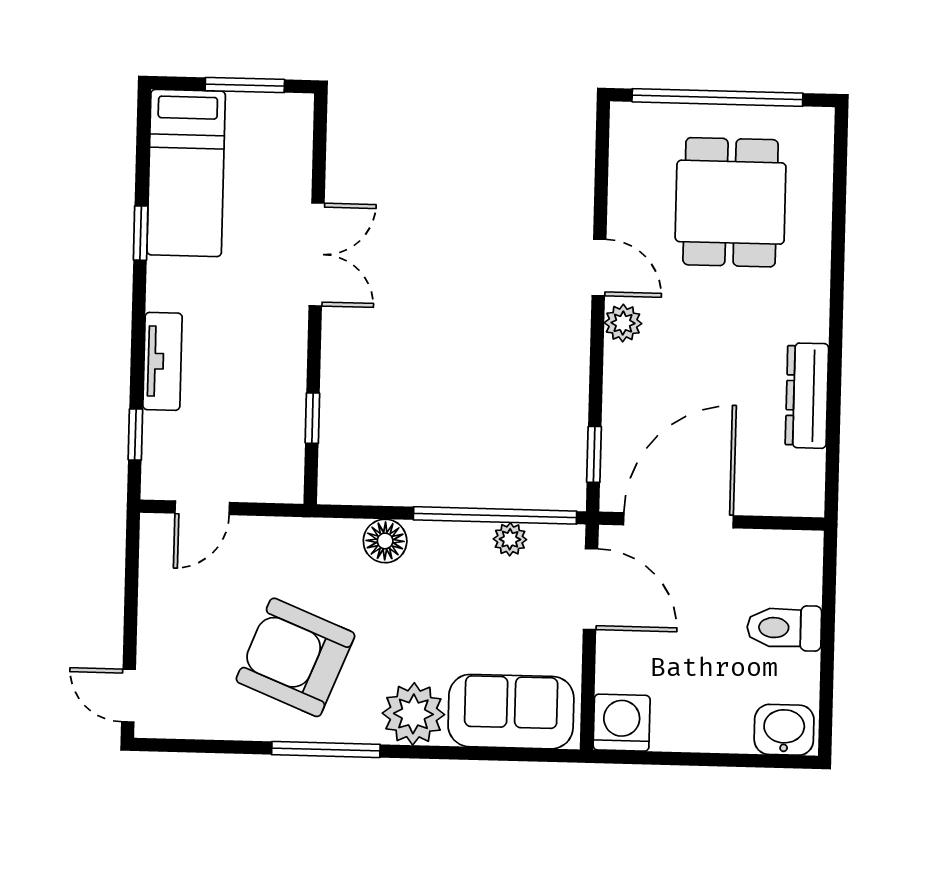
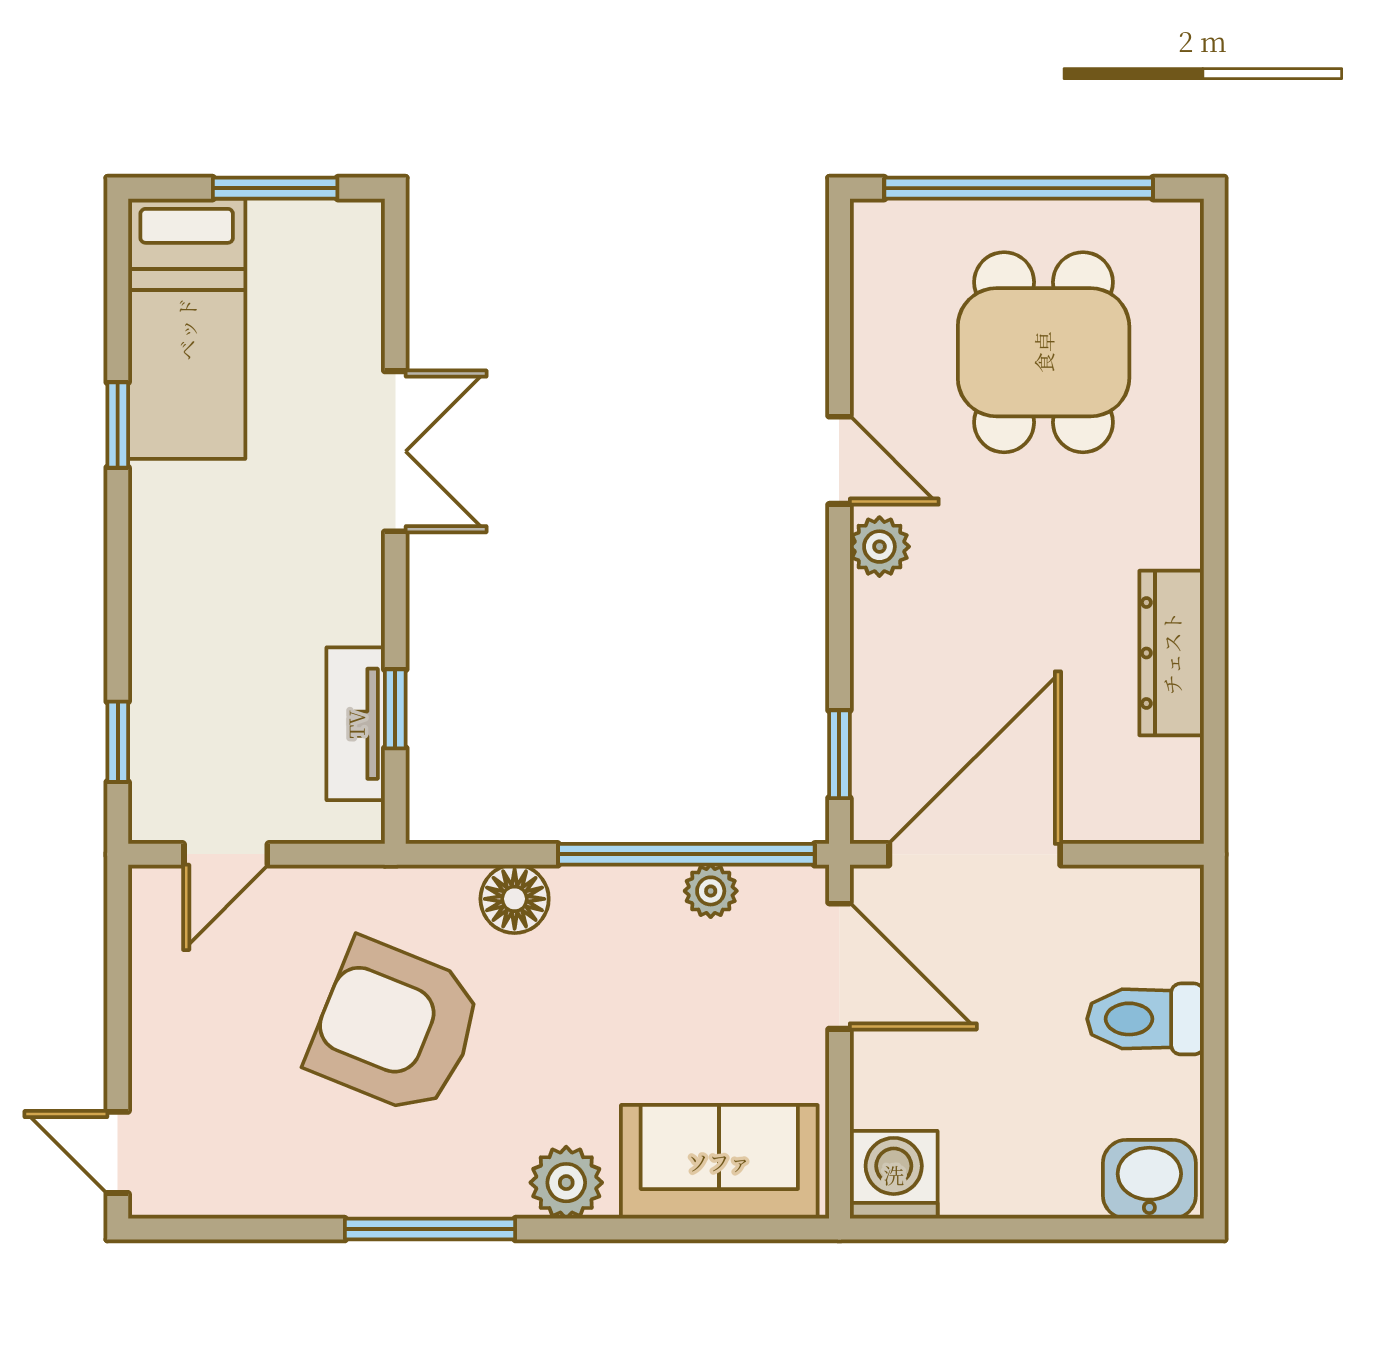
tv unit: (162, 361) -> (356, 724), moved, turned 180
armchair: (295, 657) -> (396, 1027), moved
plant: (413, 714) -> (566, 1183), width x0.73, depth x0.73

